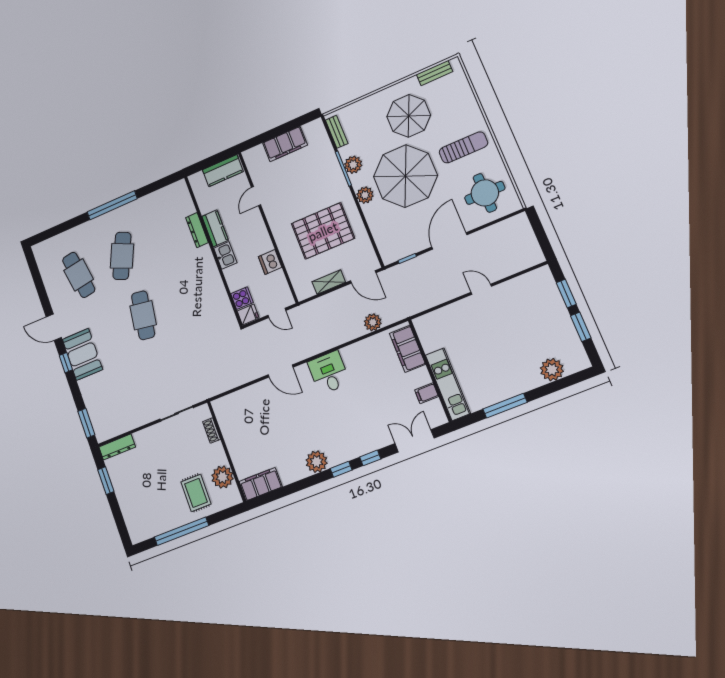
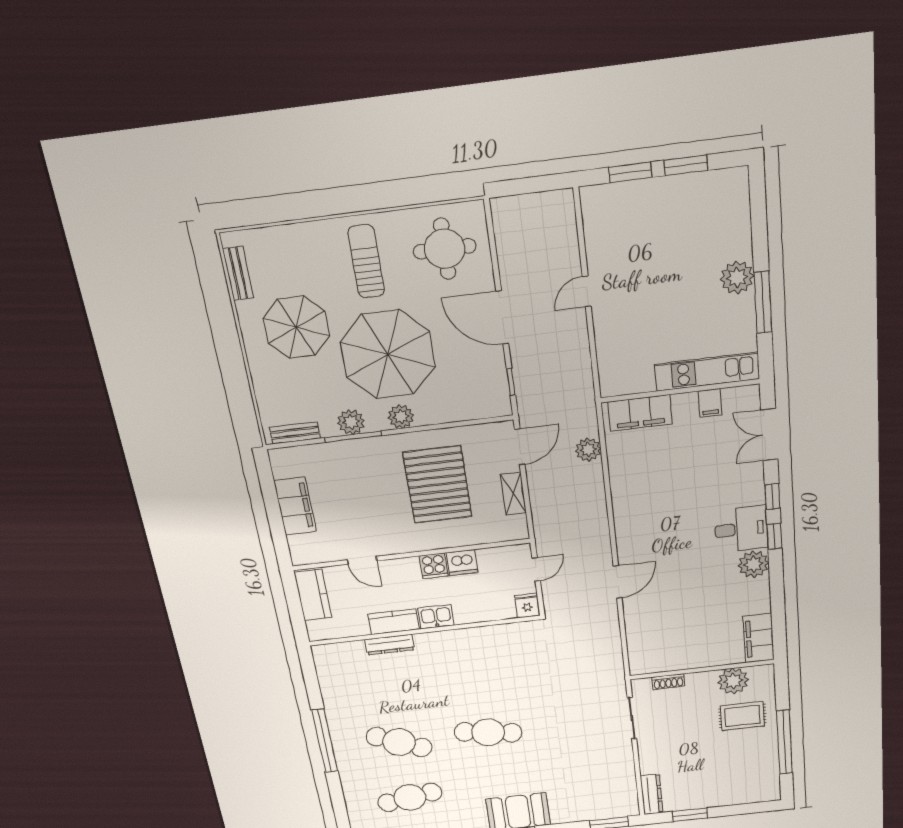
cooker: (242, 298) -> (434, 566), moved, turned 180
plant: (552, 370) -> (737, 277), moved
desk: (329, 373) -> (741, 529), moved, turned 180

